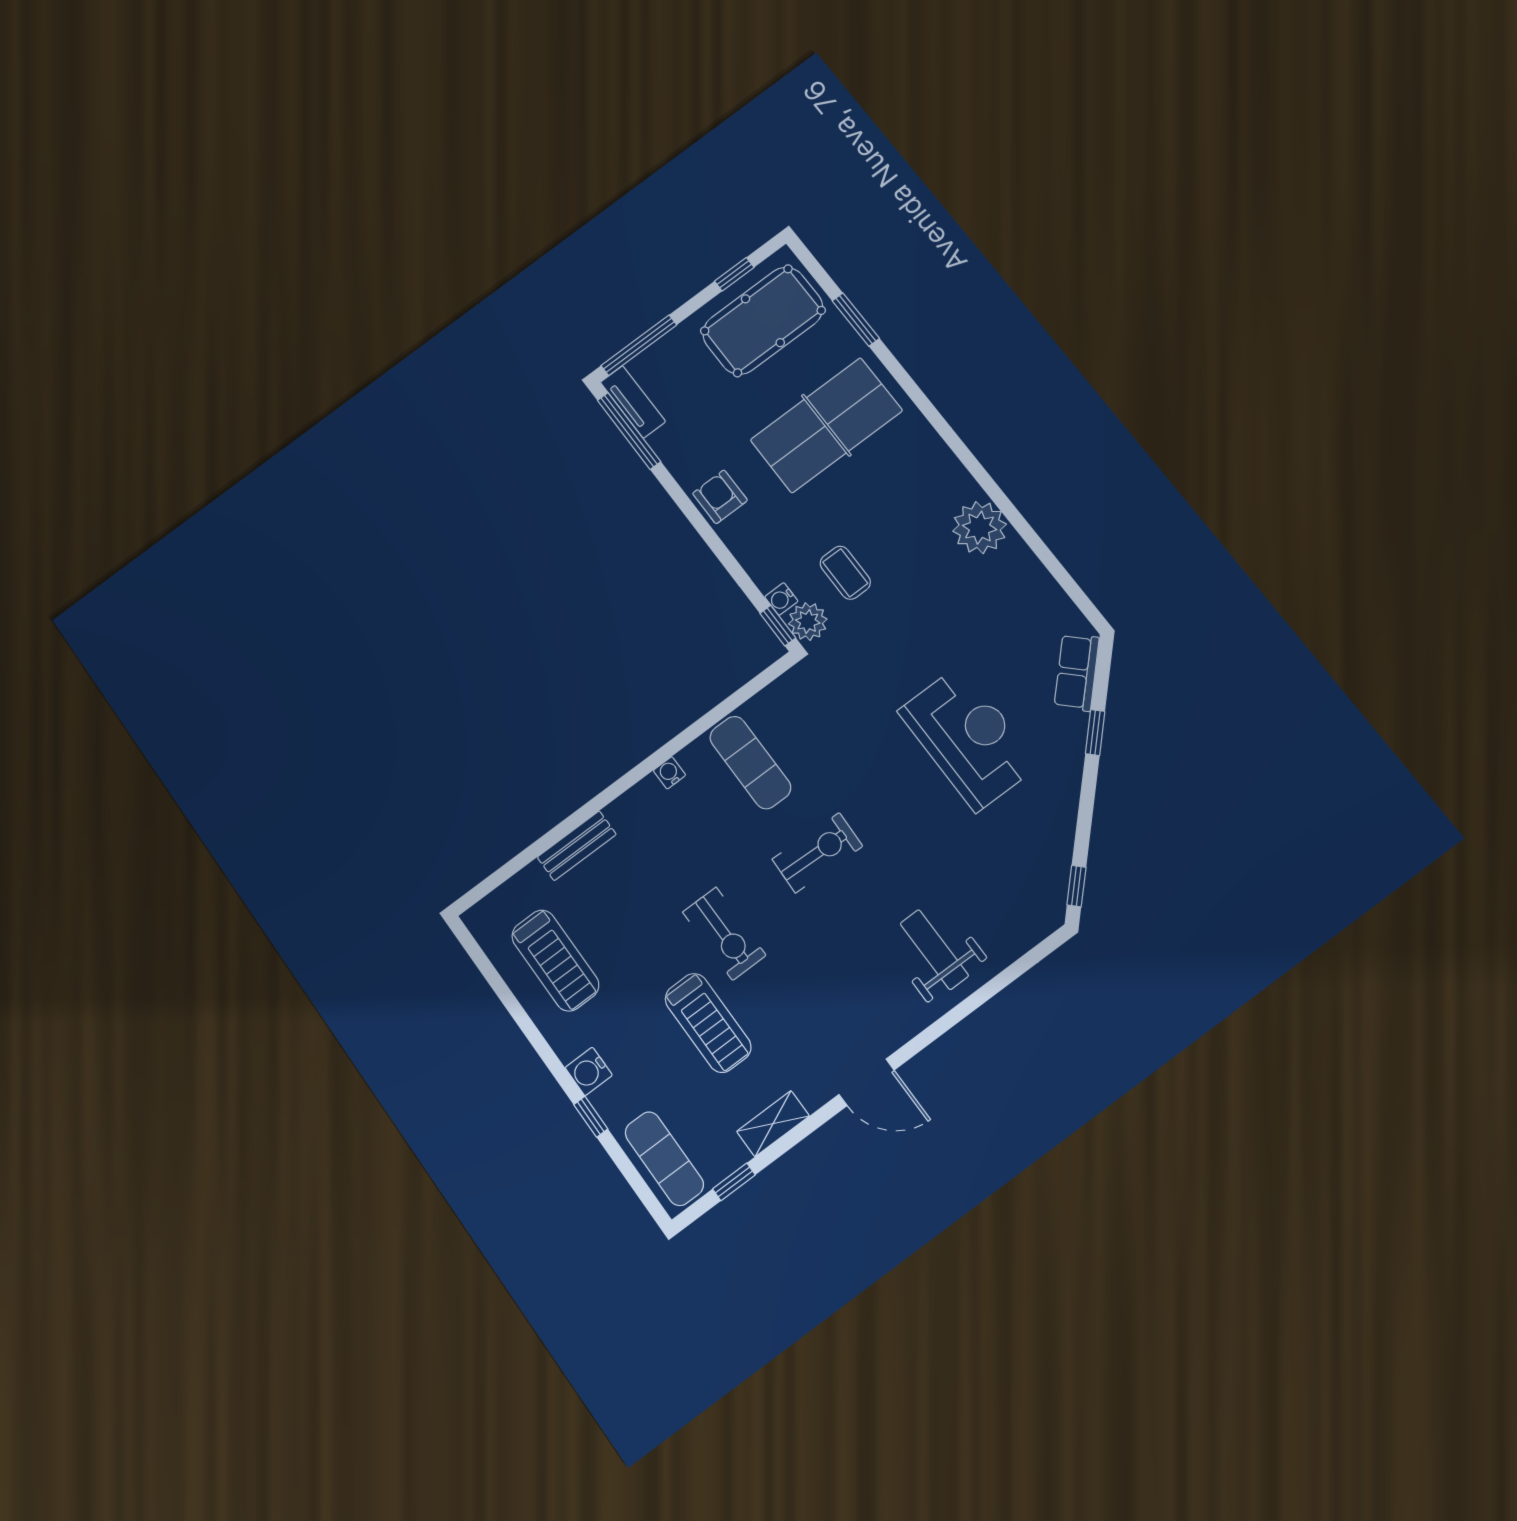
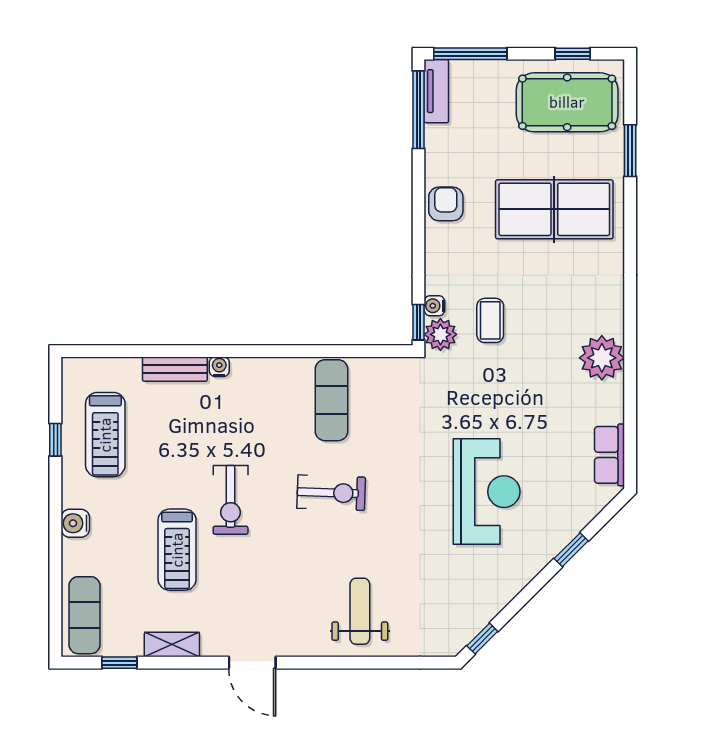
row of seats: (1077, 672) -> (609, 455), moved, turned -45
water cooler: (669, 773) -> (219, 367), moved
window: (591, 1117) -> (55, 440), moved

